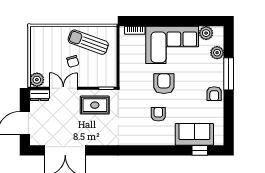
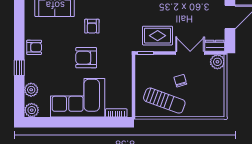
plant: (206, 33) -> (32, 110), moved
window: (229, 74) -> (19, 68), width x0.46
armchair: (164, 84) -> (86, 58), turned 90
double door: (63, 88) -> (190, 53), swing flipped
armchair: (214, 94) -> (34, 47), turned 90

